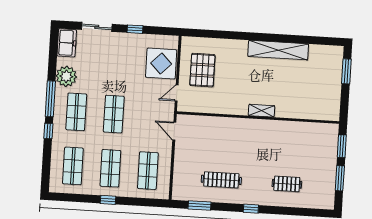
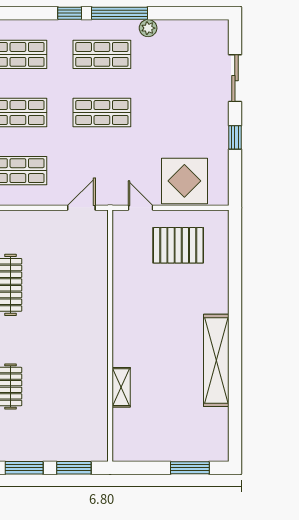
freezer: (67, 43) -> (208, 33), removed
plant: (66, 76) -> (148, 28), width x0.53, depth x0.53
shelving: (261, 111) -> (121, 387), moved

